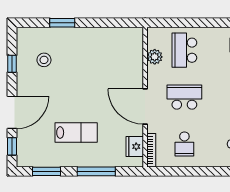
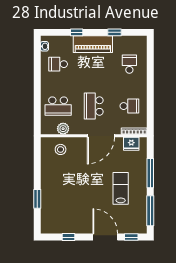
stool: (44, 60) -> (61, 149), moved
window: (47, 171) -> (150, 211), width x1.44

